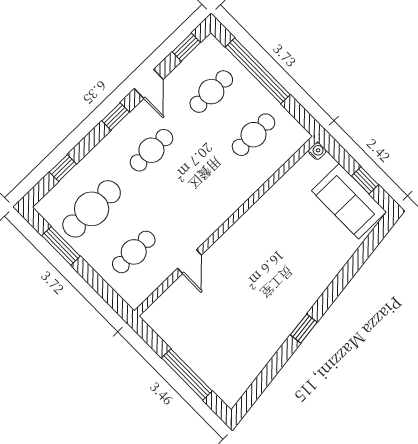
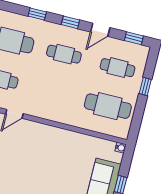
window: (258, 71) -> (145, 87), width x0.32
cafe table: (254, 135) -> (108, 106), width x1.37, depth x1.35
window: (63, 168) -> (37, 14), moved

